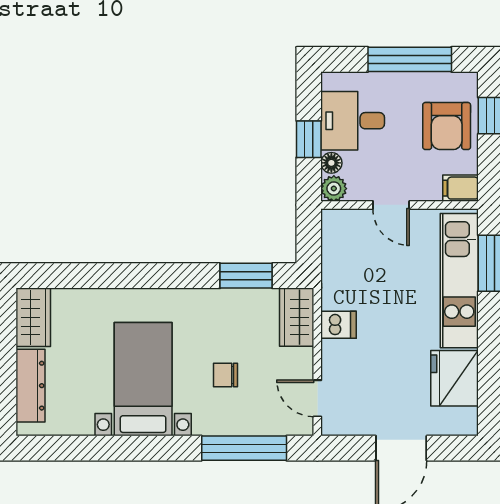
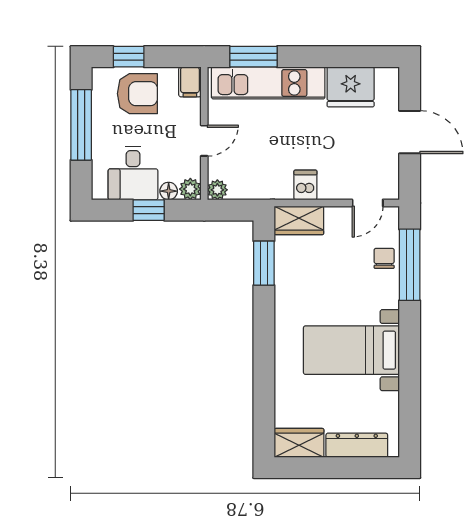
plant: (333, 221) -> (217, 190), added
chair: (226, 375) -> (384, 258), moved, turned 180

